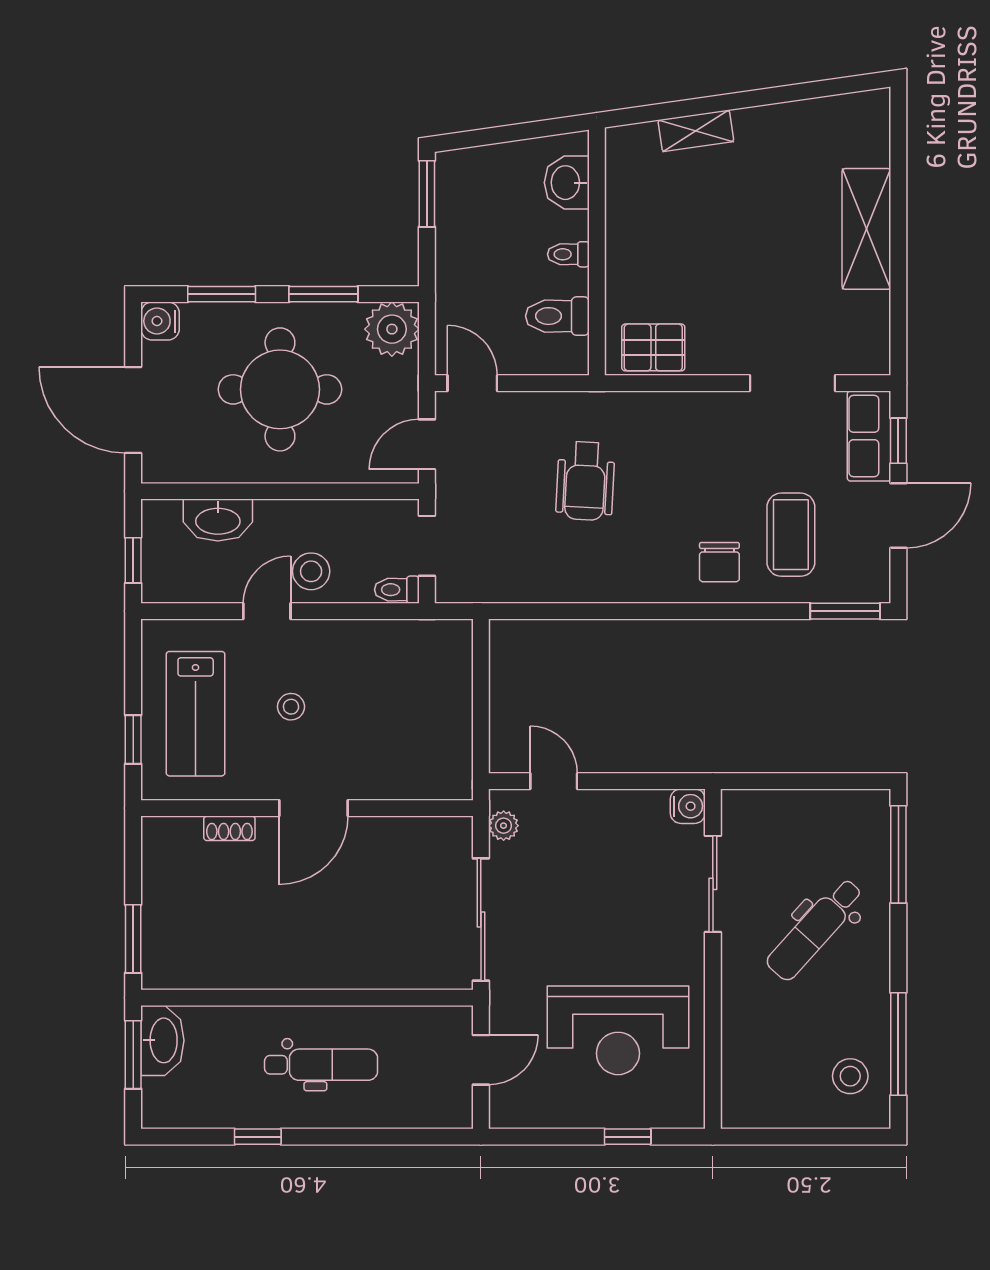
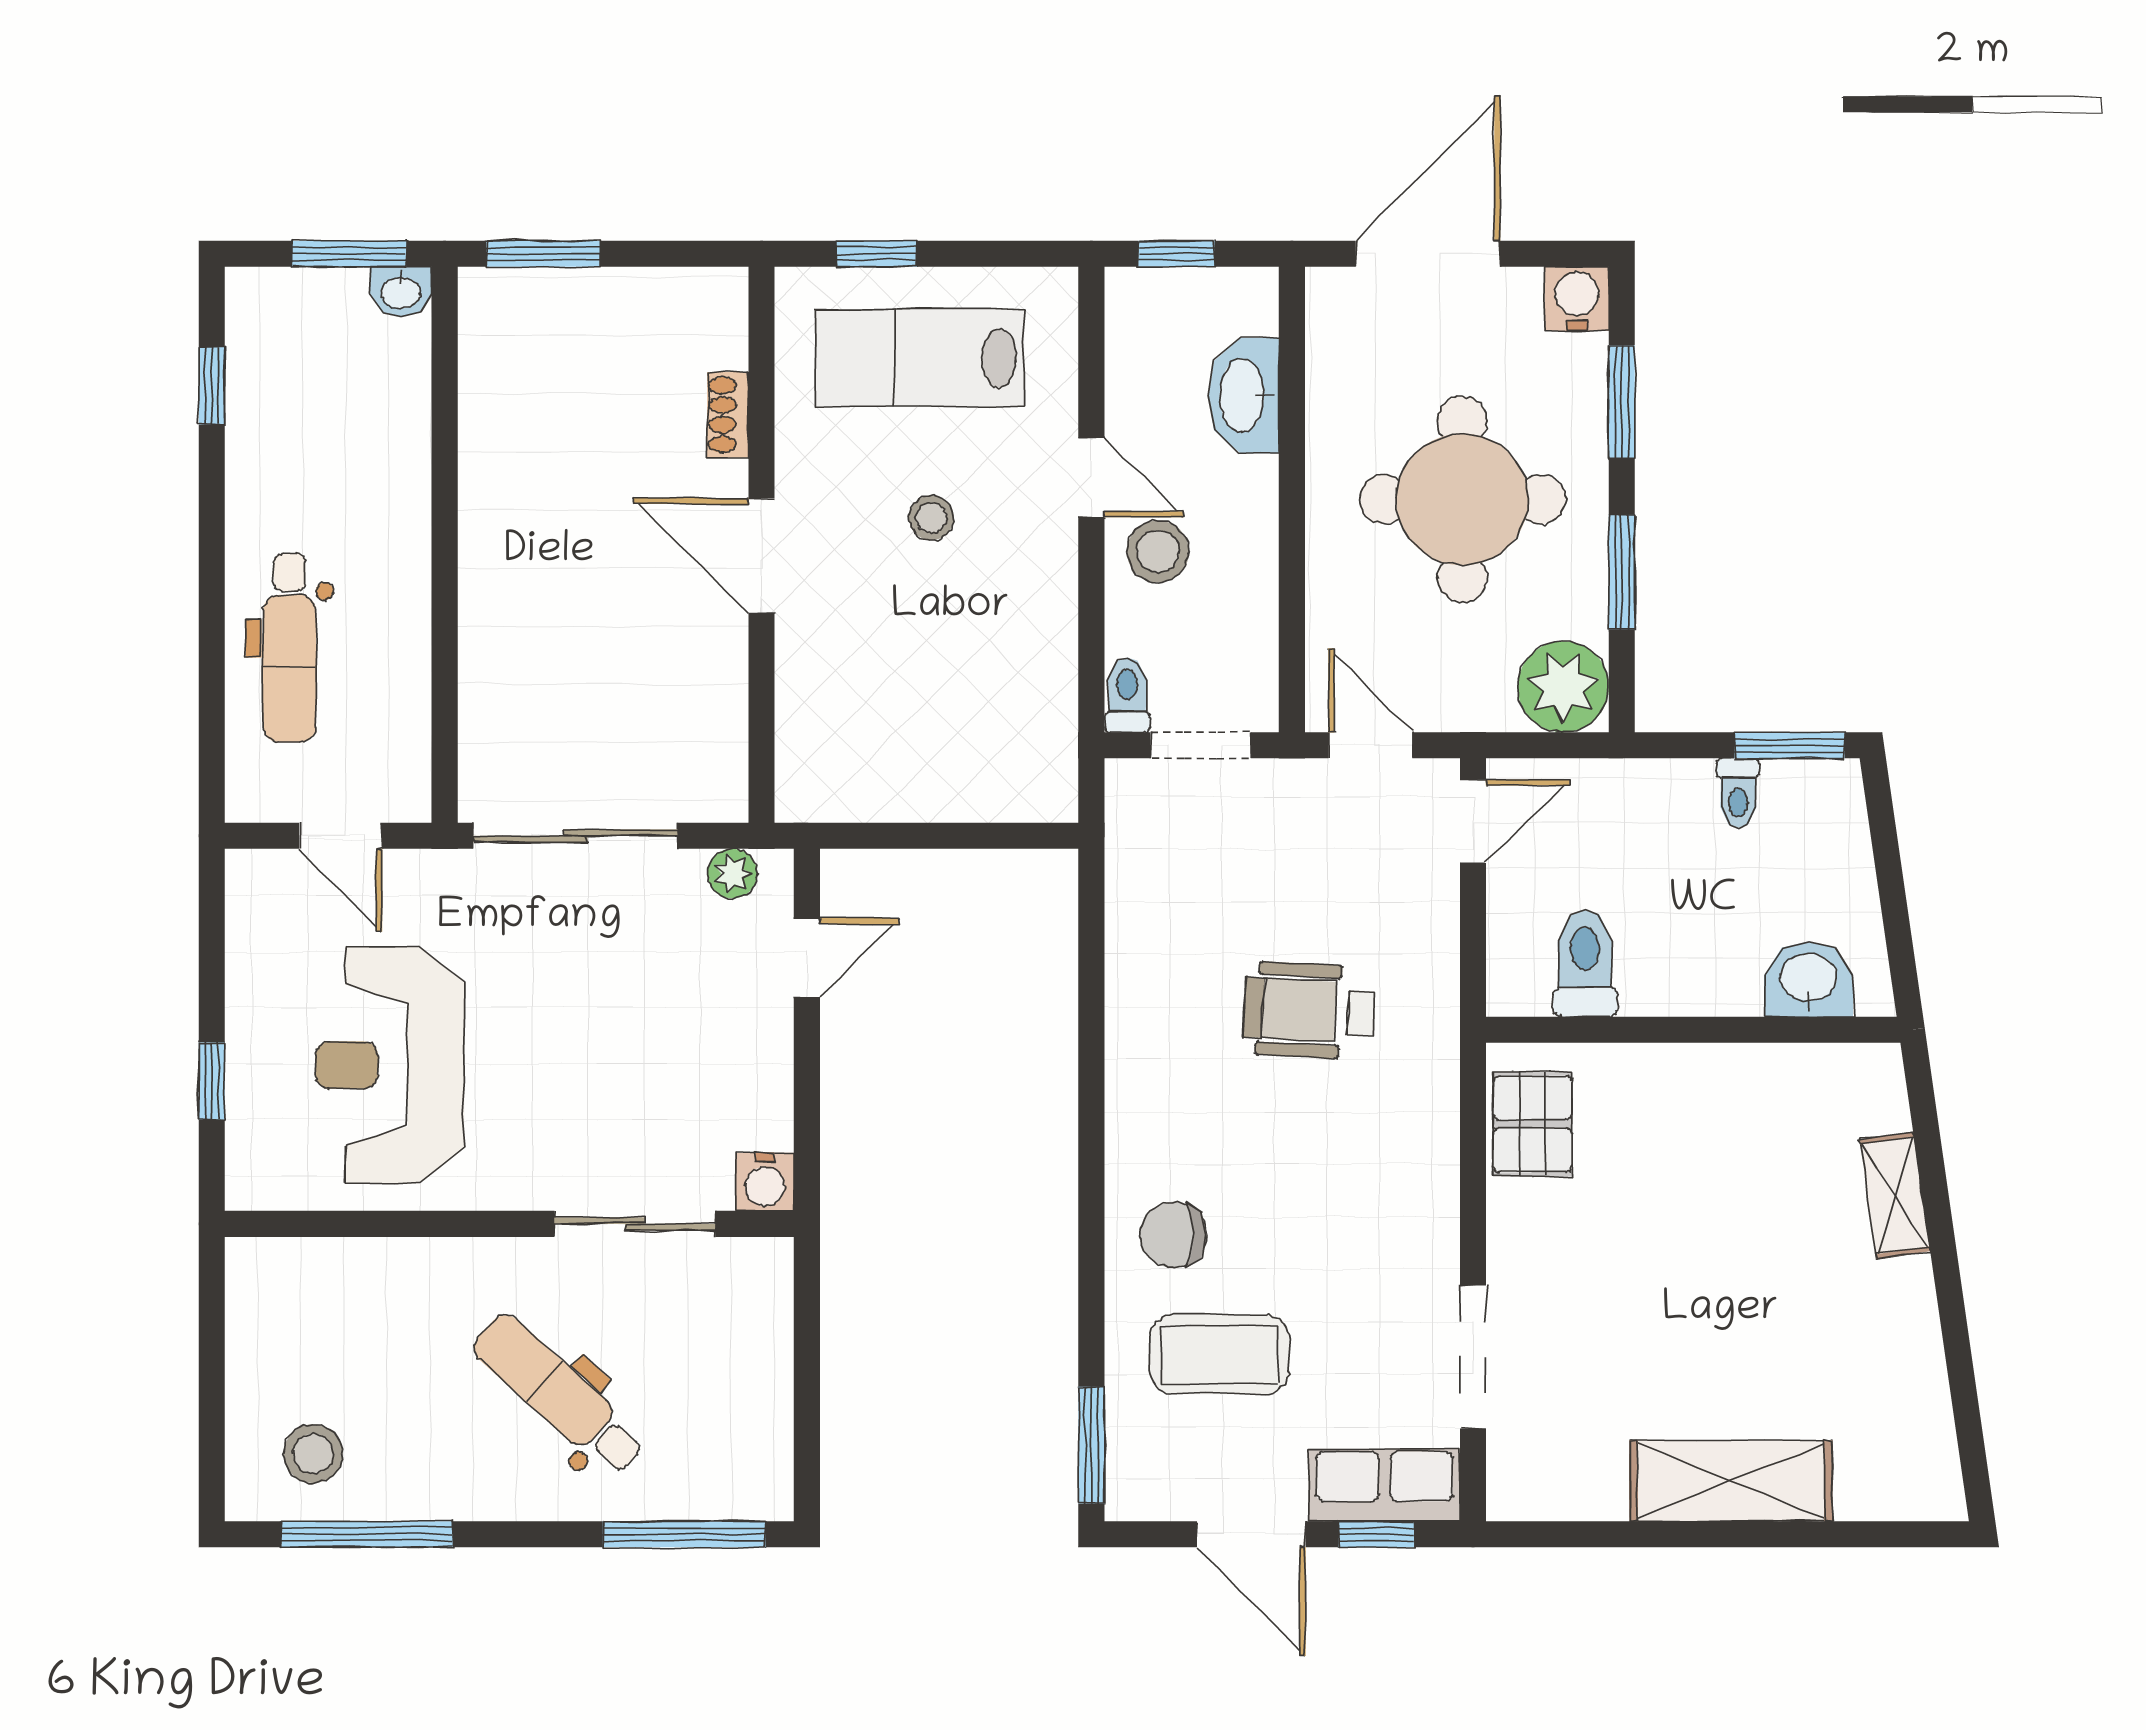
toilet: (568, 254) -> (1738, 793), moved, turned 180
washbasin: (162, 1040) -> (401, 291), width x0.52, depth x0.69
dental chair: (321, 1065) -> (290, 648), moved
window: (258, 1137) -> (212, 386), moved

